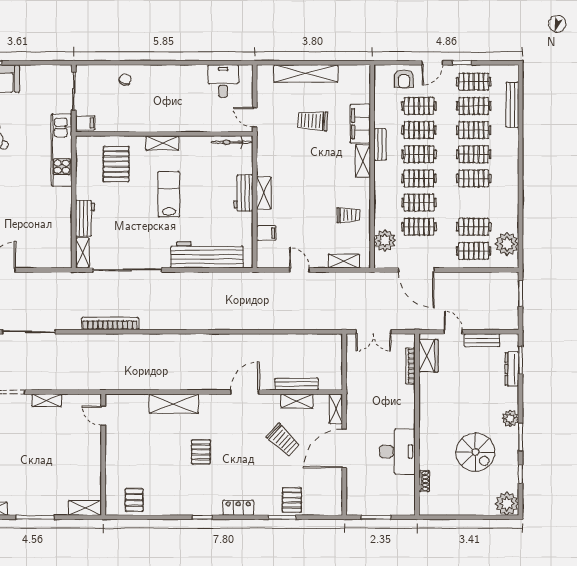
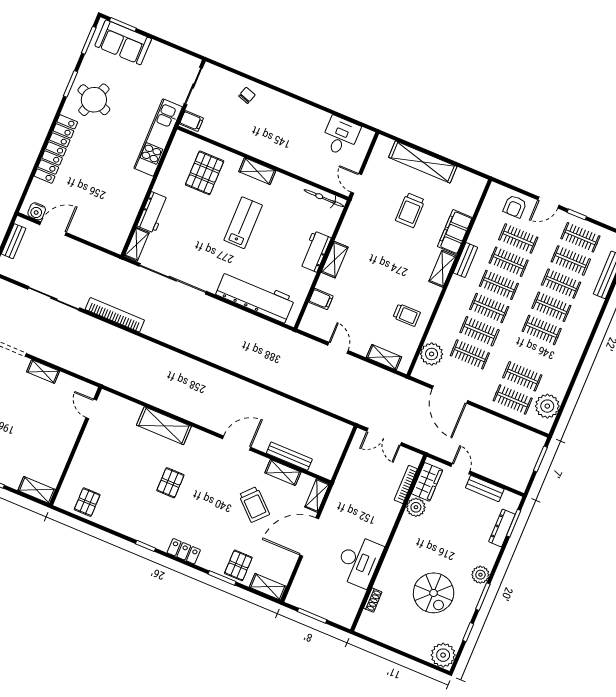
trolley: (313, 121) -> (410, 210), turned -93
bookcase: (110, 323) -> (115, 315), moved
plant: (428, 383) -> (416, 507), added
shelving: (326, 508) -> (268, 587), added

